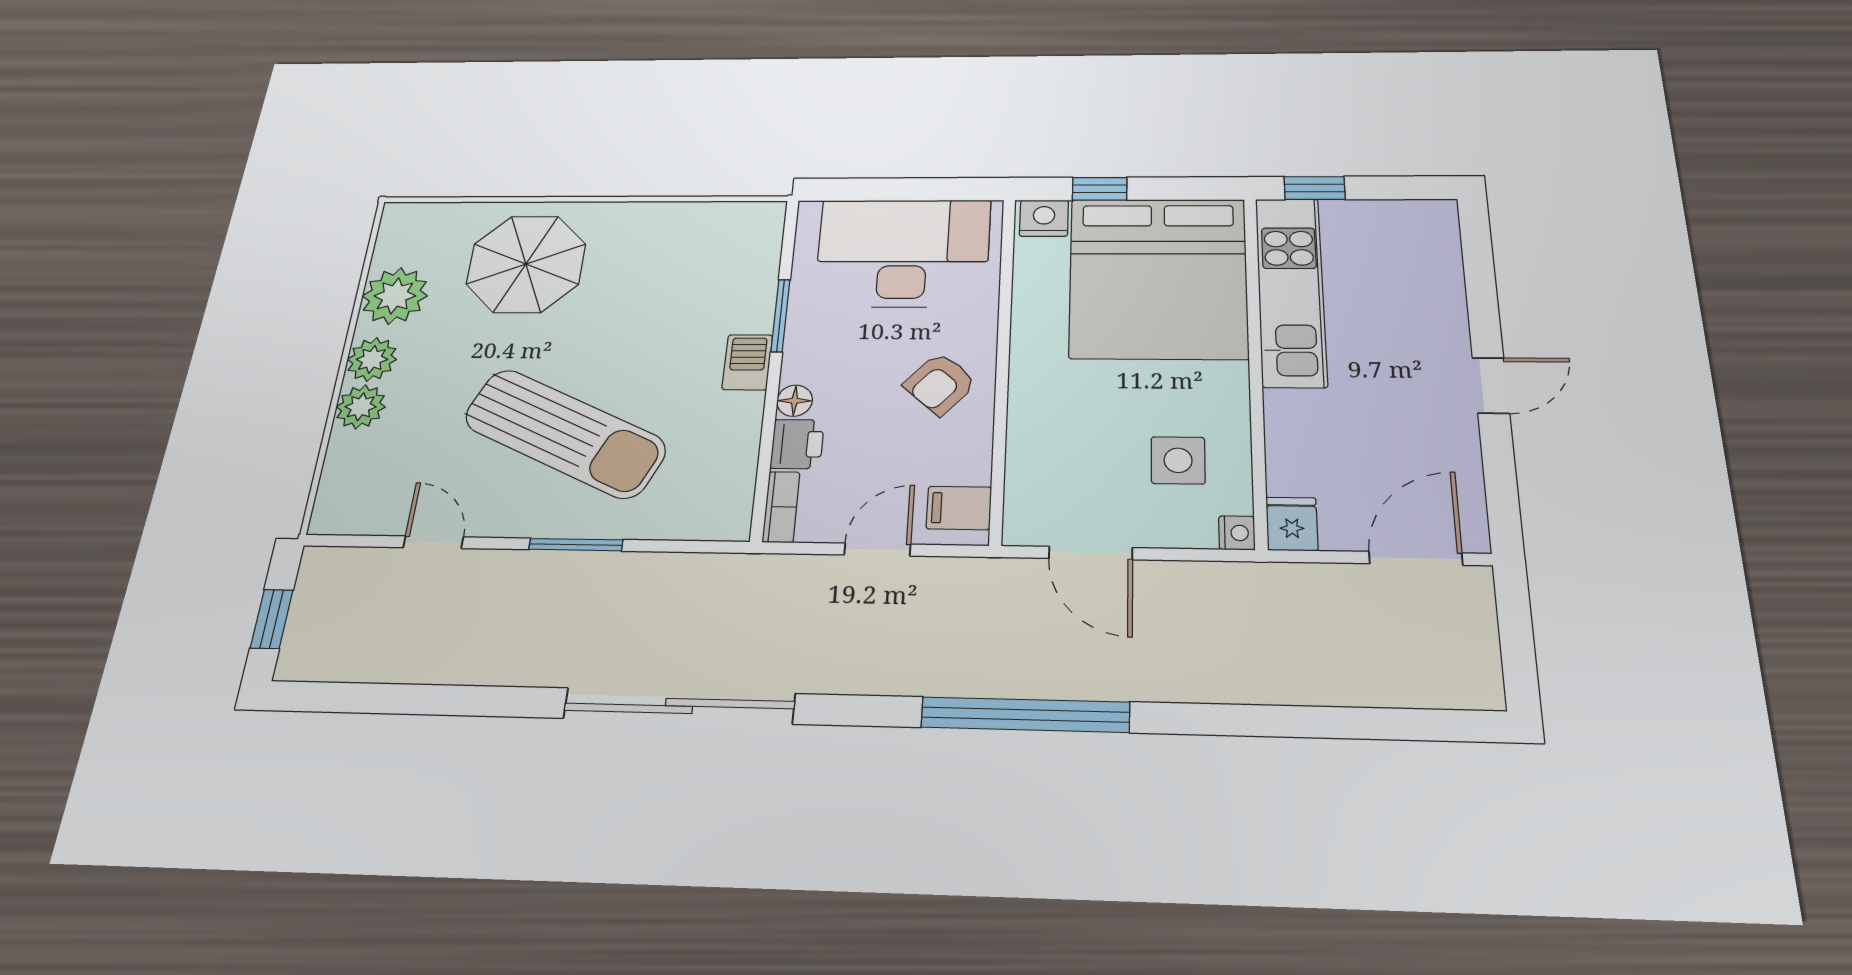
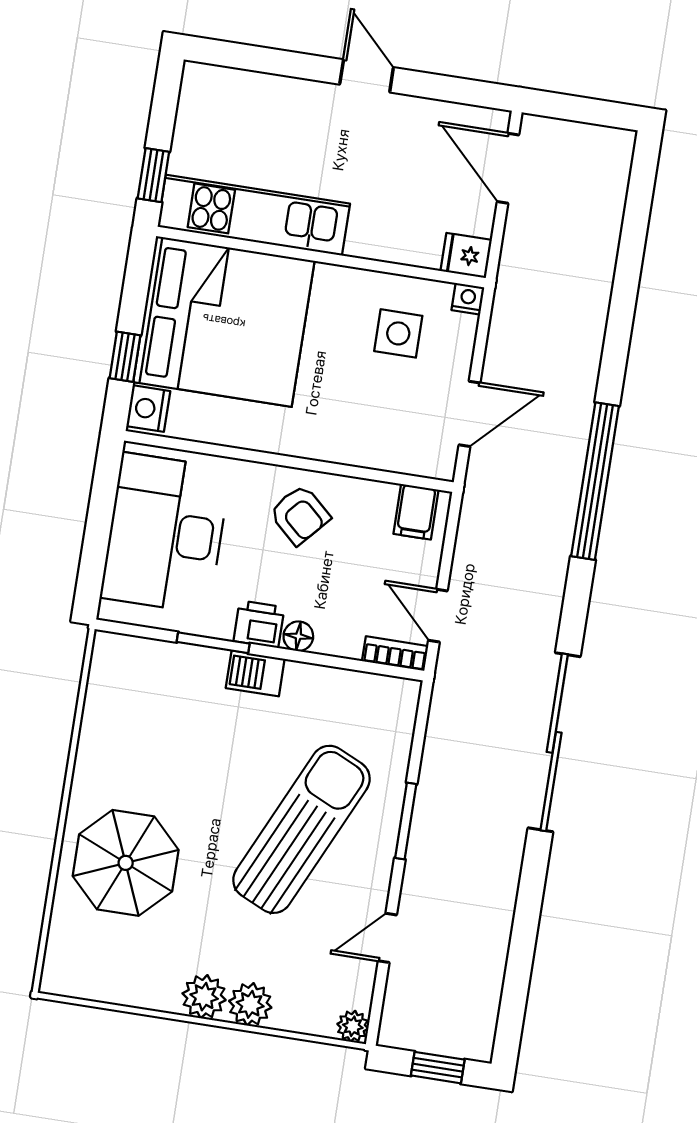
plant: (395, 296) -> (353, 1026), moved, width x0.53, depth x0.53
printer: (797, 444) -> (259, 624), moved
door: (877, 550) -> (438, 616), moved

